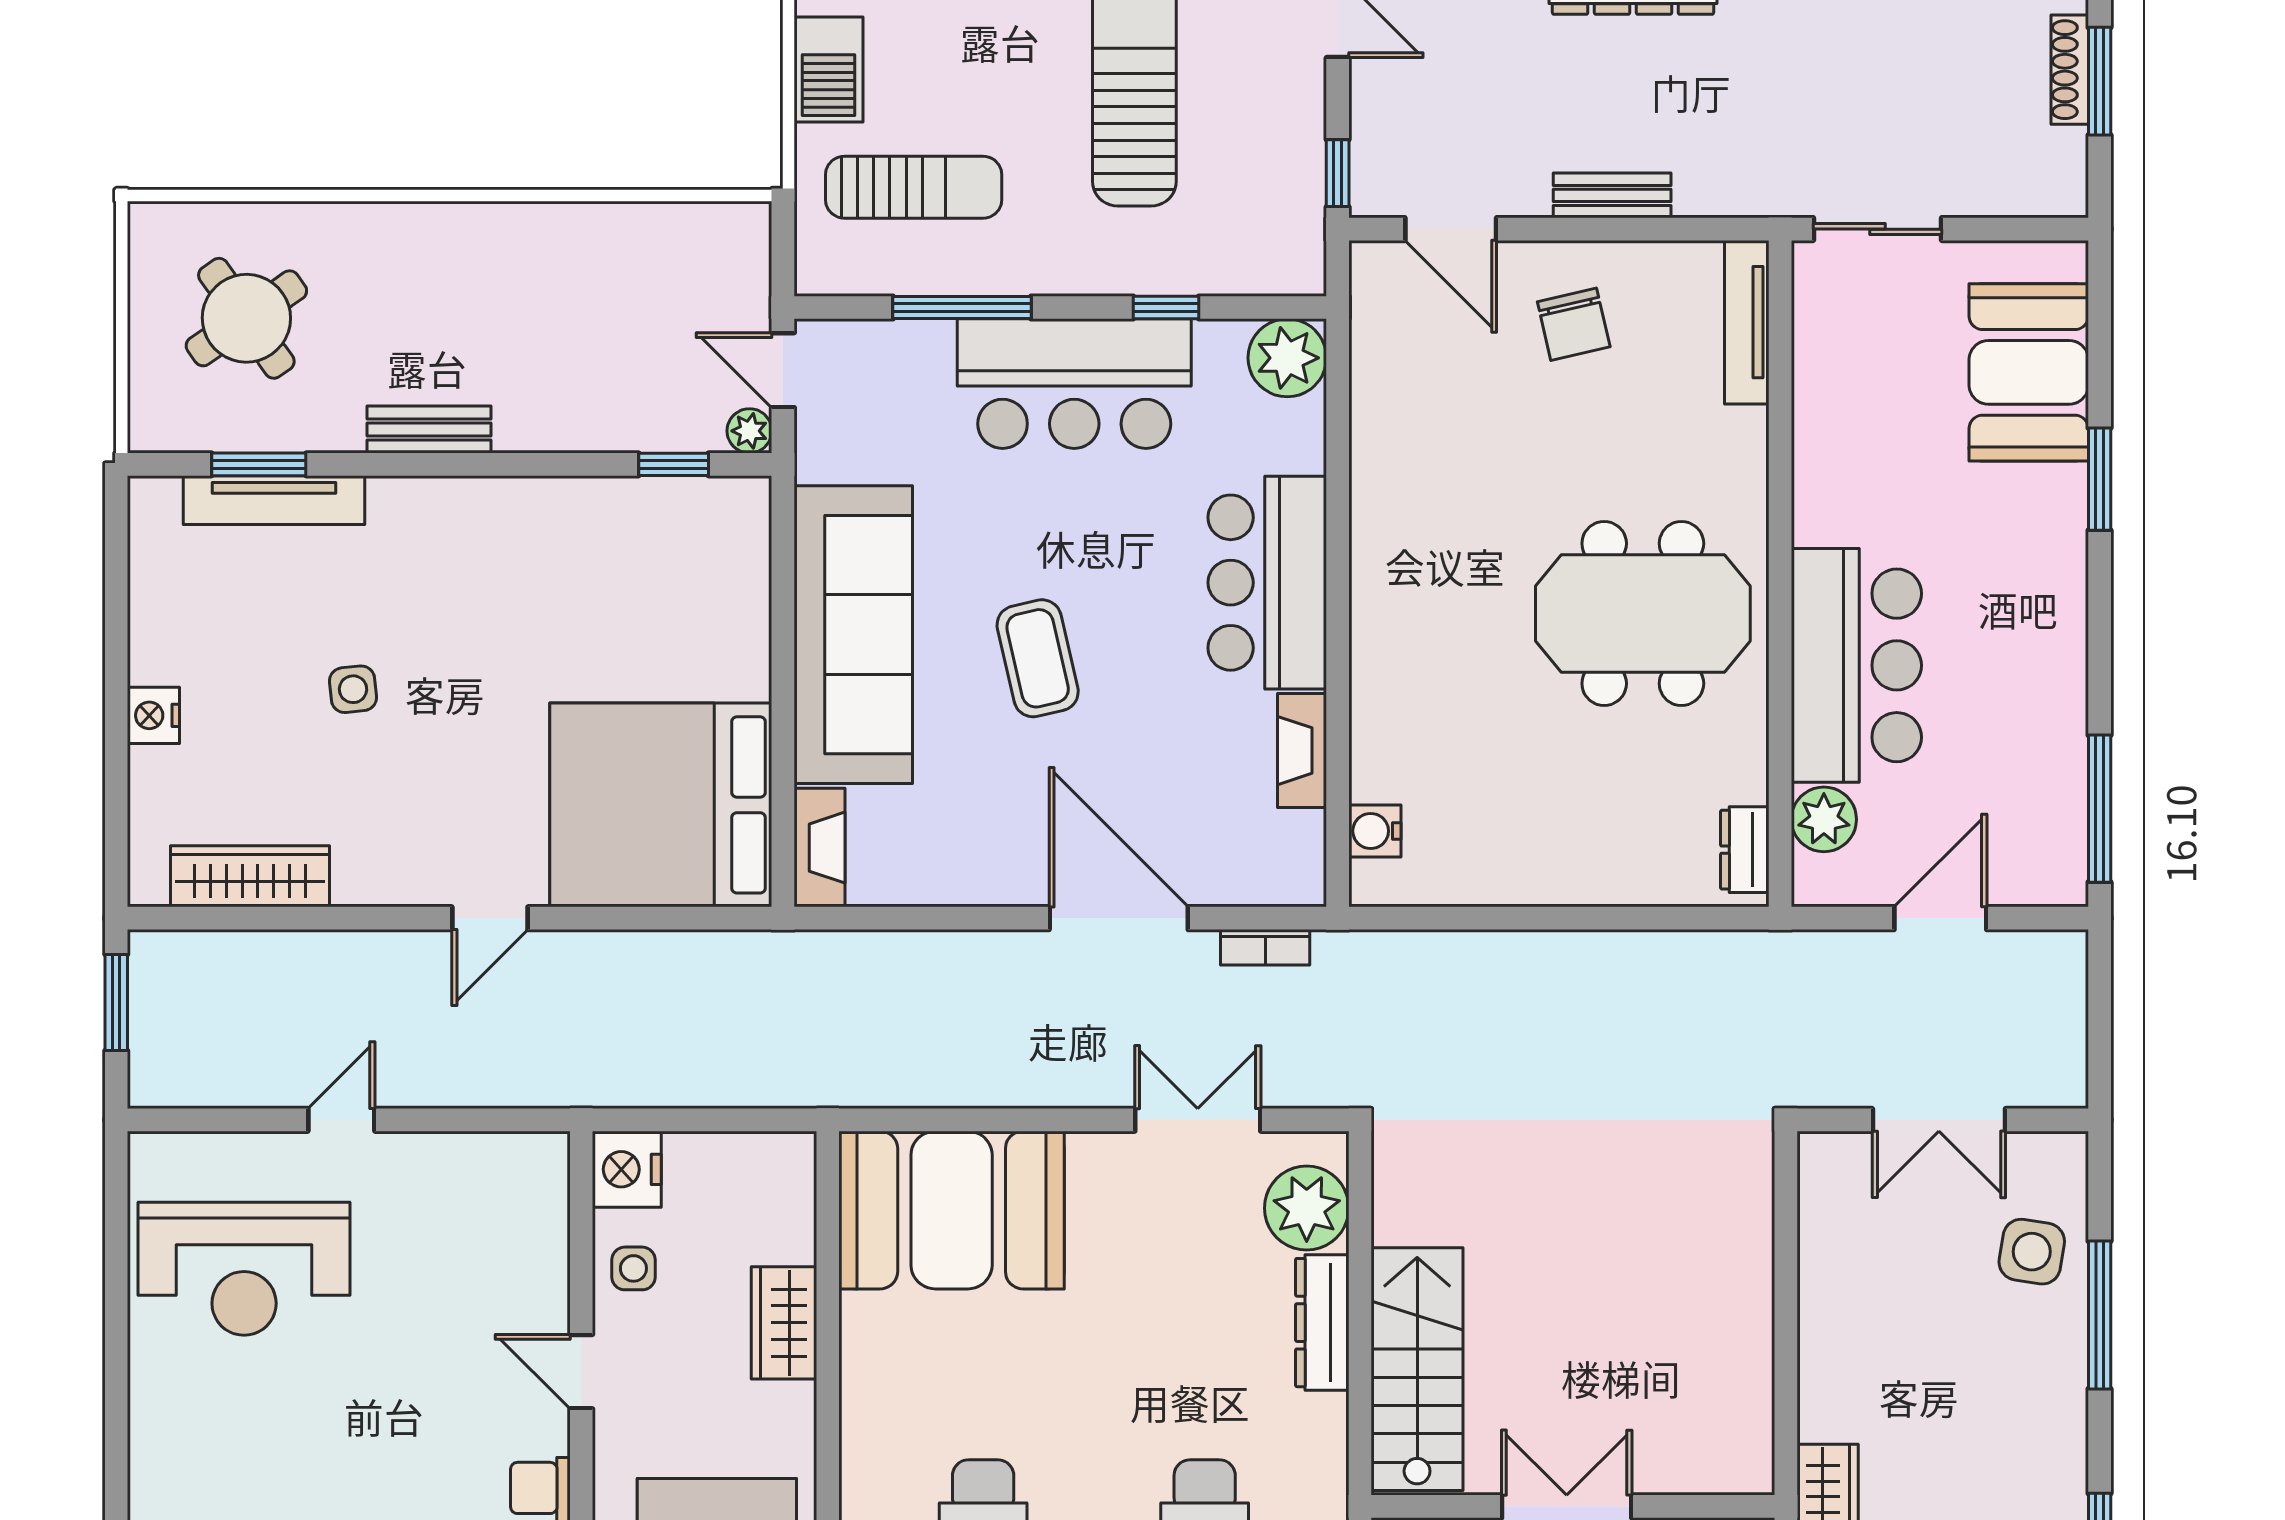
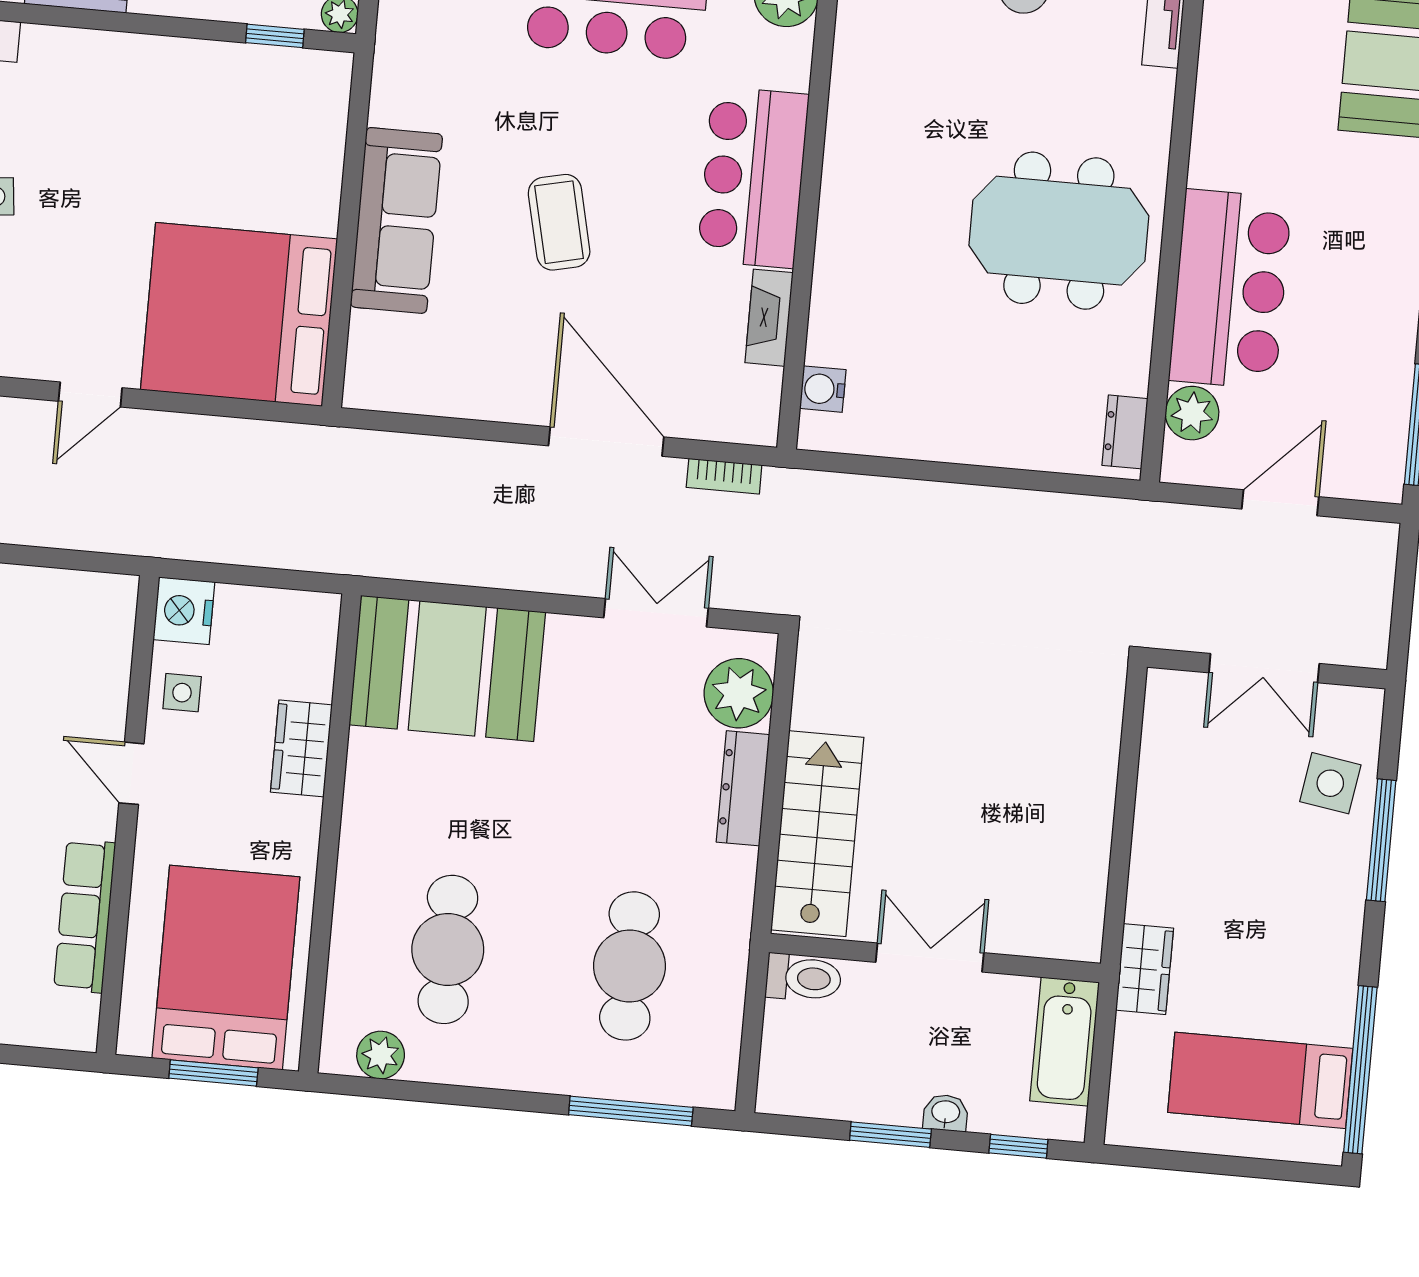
sofa: (853, 635) -> (396, 220), width x0.74, depth x0.79
fireplace: (820, 848) -> (366, 361), removed

